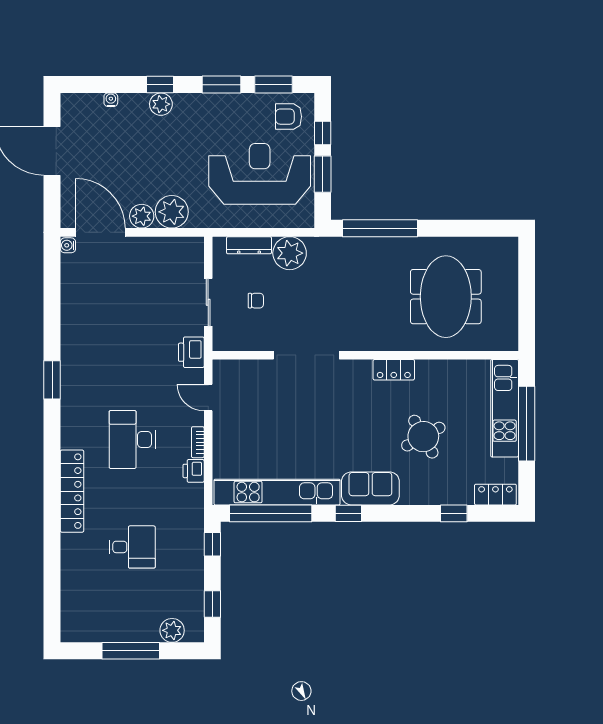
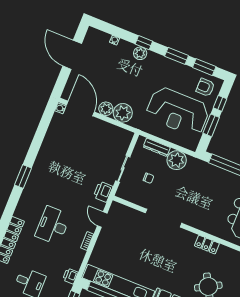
reception desk: (260, 174) -> (178, 112), turned 180
printer: (194, 471) -> (70, 276), moved

